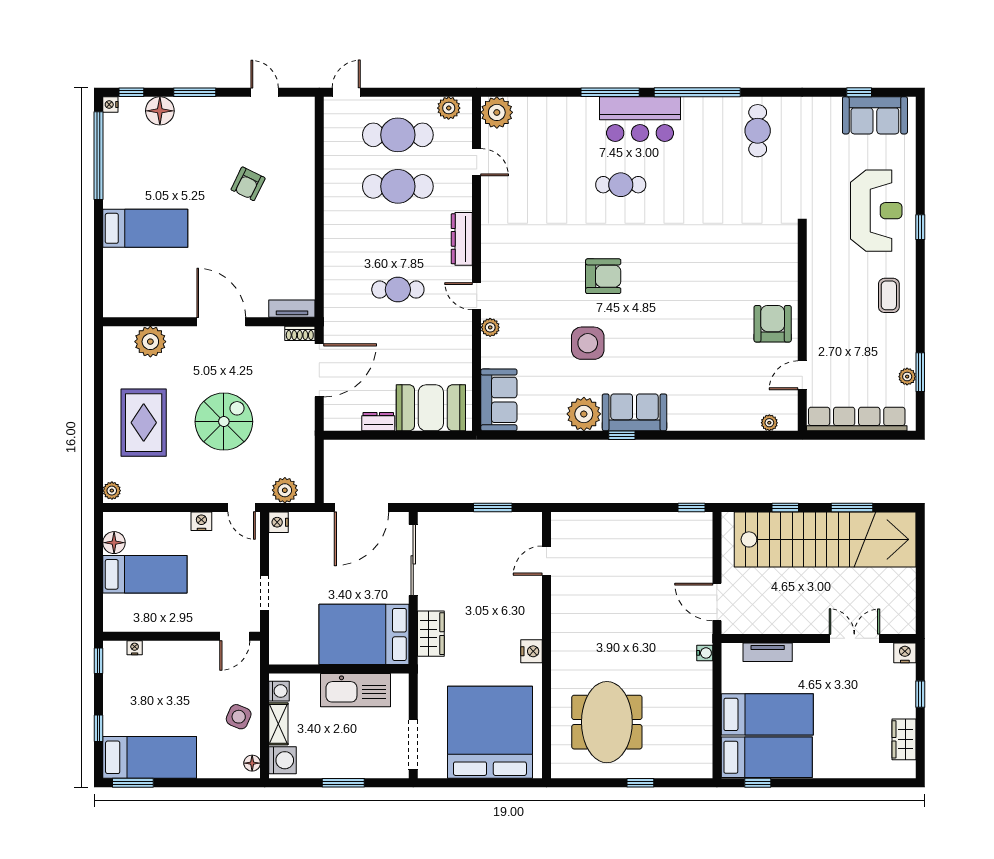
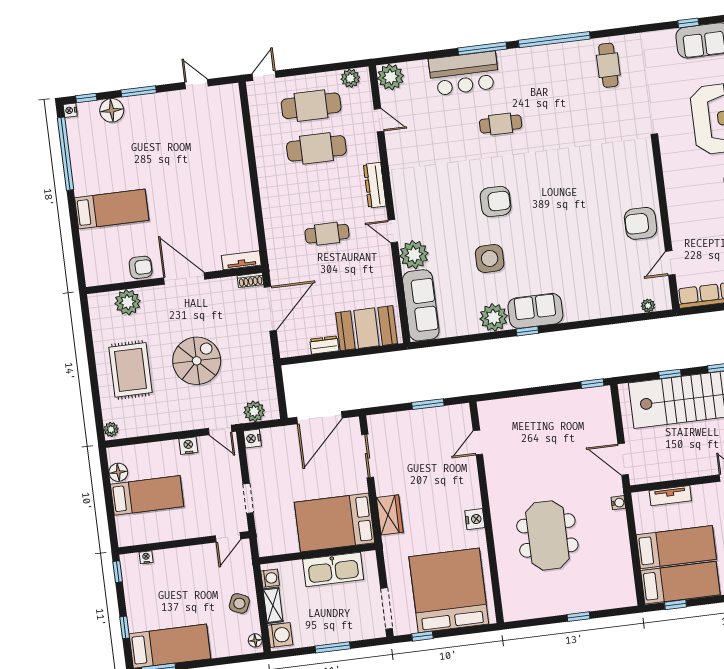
bar counter: (640, 119) -> (464, 73), moved
armchair: (248, 184) -> (141, 267), moved, turned -116
armchair: (773, 324) -> (641, 223), turned -90
plant: (490, 327) -> (414, 255), width x1.87, depth x1.87
sofa: (499, 400) -> (421, 305), width x1.36
sliding door: (413, 560) -> (368, 456), width x0.73
meeting table: (607, 722) -> (547, 535), moved
window: (452, 783) -> (422, 636), added

